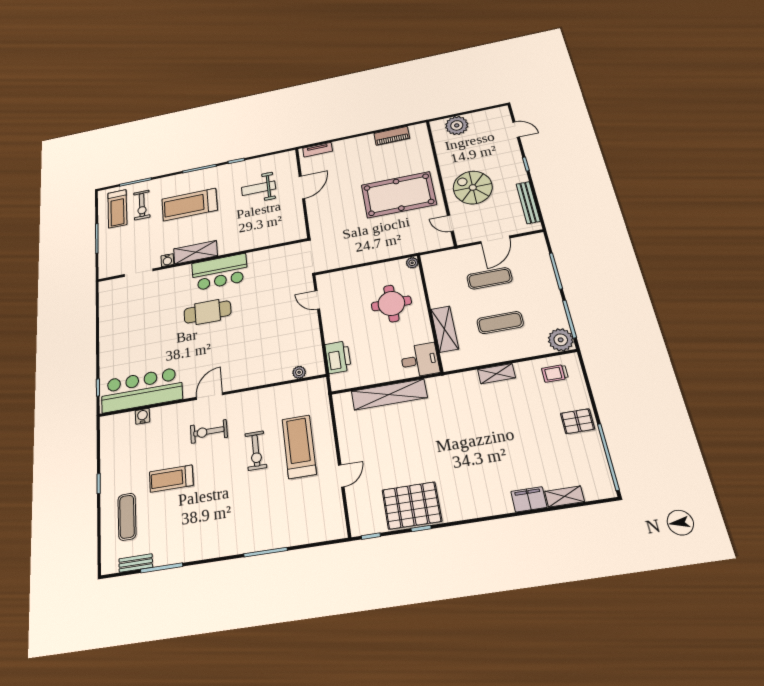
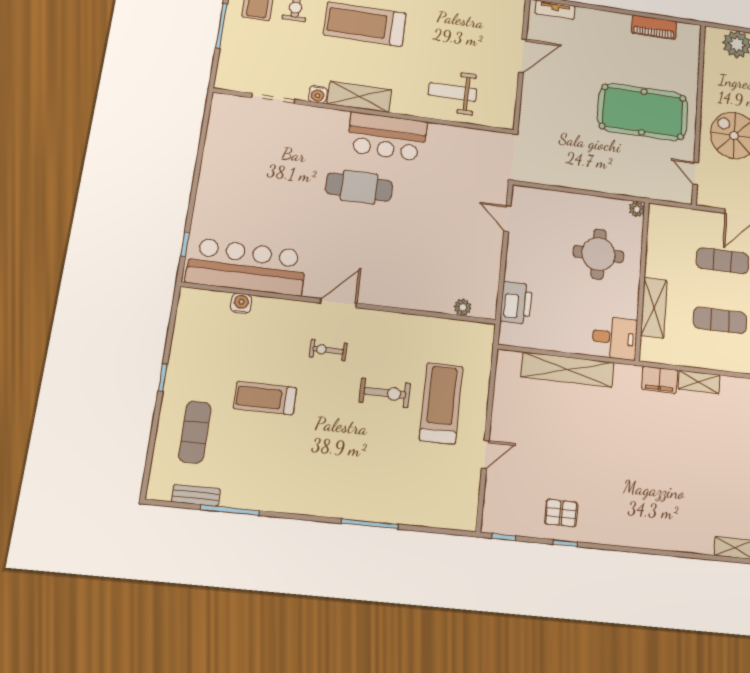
weight bench: (259, 188) -> (452, 92), moved
exercise bike: (209, 431) -> (328, 350), width x0.73, depth x0.72
exercise bike: (256, 451) -> (385, 393), turned -90
filing cabinet: (529, 499) -> (660, 380), moved, turned 180
pallet: (412, 505) -> (561, 513), width x0.49, depth x0.50

